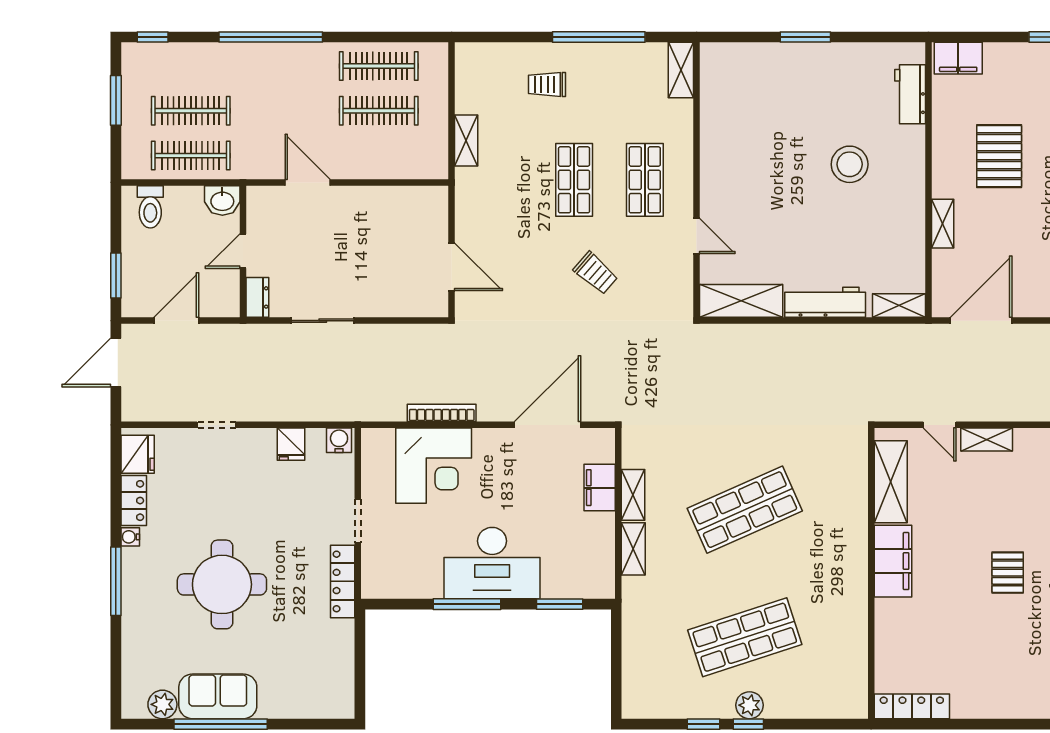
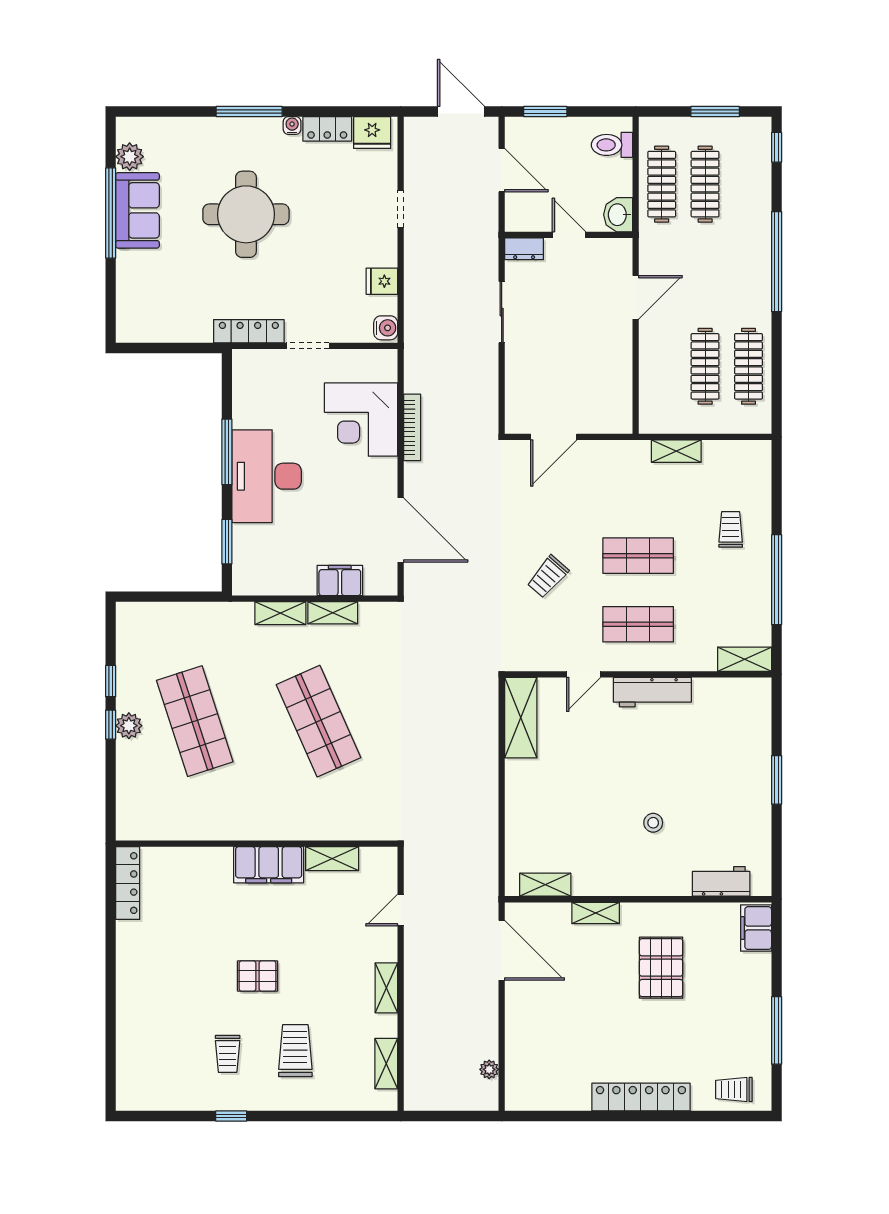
pallet: (999, 156) -> (661, 968), turned 90
stool: (850, 164) -> (653, 823), width x0.53, depth x0.53
workbench: (825, 302) -> (652, 692), moved, turned 90
shelving: (899, 306) -> (545, 885), moved, turned 90
shelving: (987, 440) -> (386, 988), moved
shelving: (891, 482) -> (332, 859), width x0.67, depth x0.75

